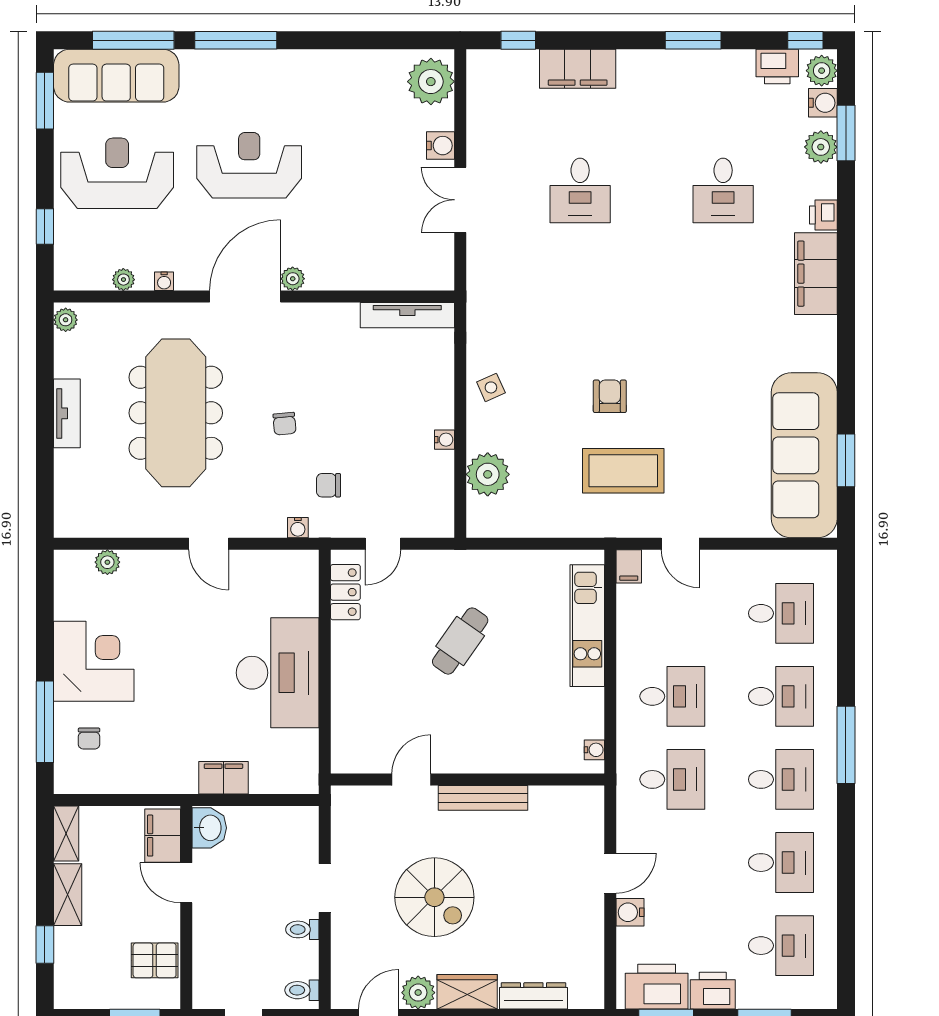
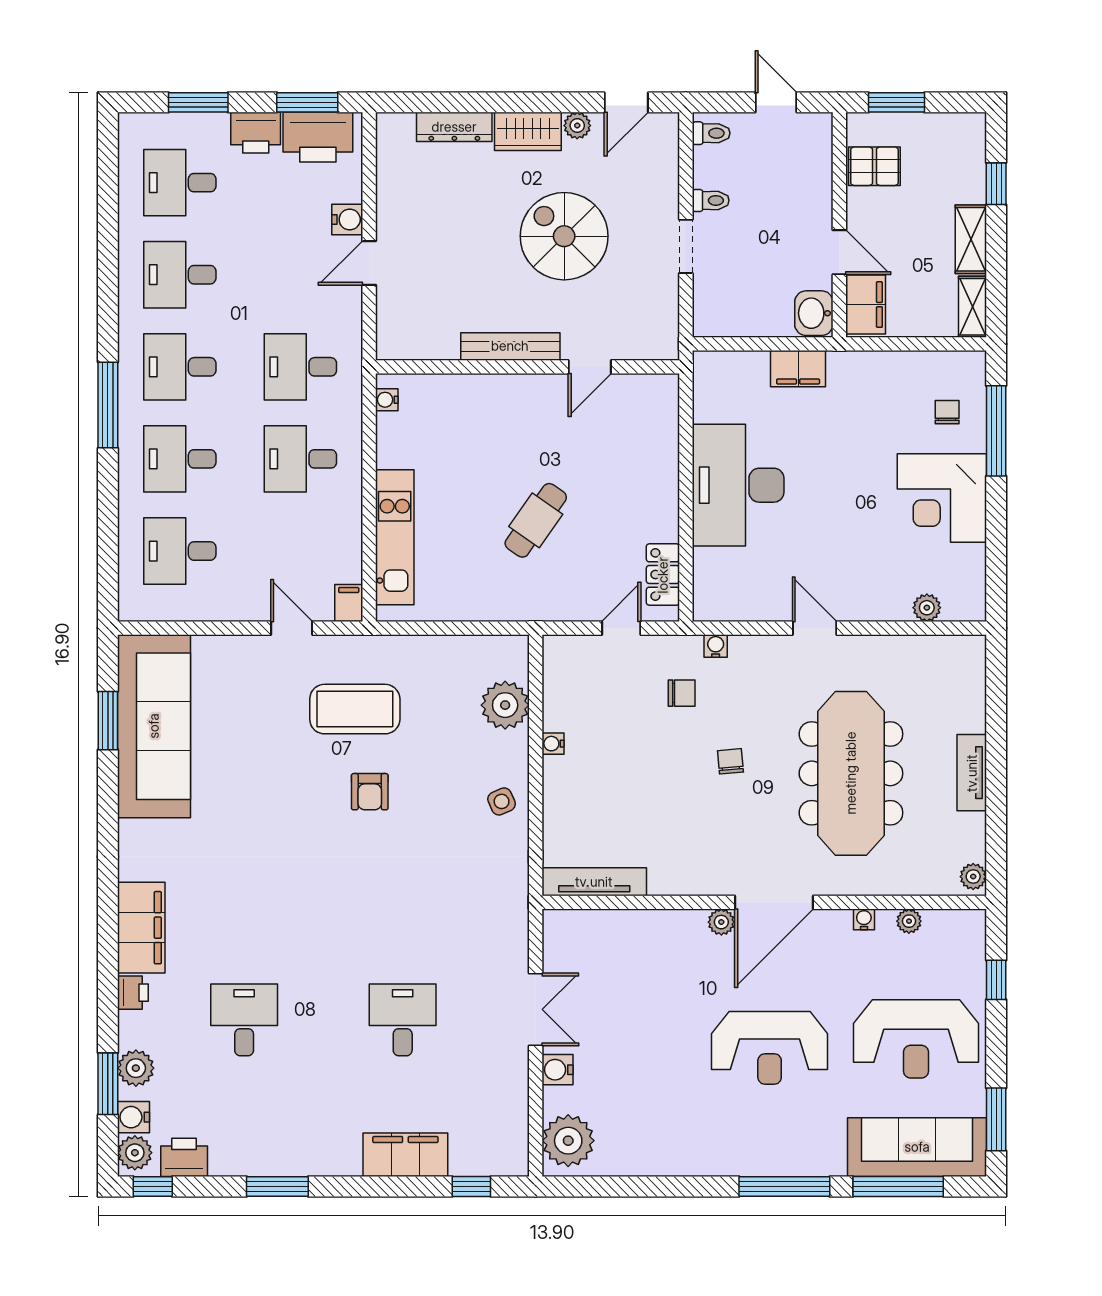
plant: (418, 993) -> (577, 126), width x0.73, depth x0.73

